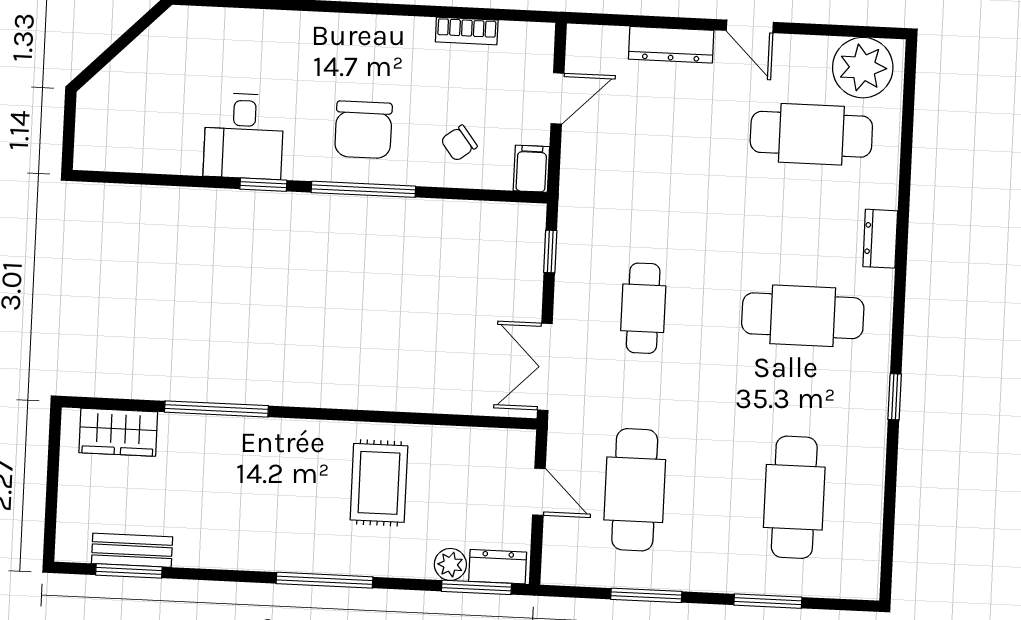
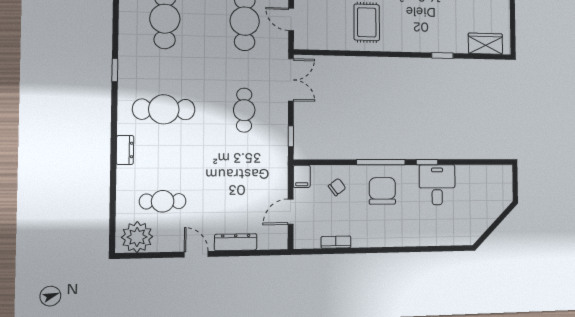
cafe table: (811, 134) -> (163, 201), width x0.73, depth x0.74
window: (216, 409) -> (442, 56), width x0.46

